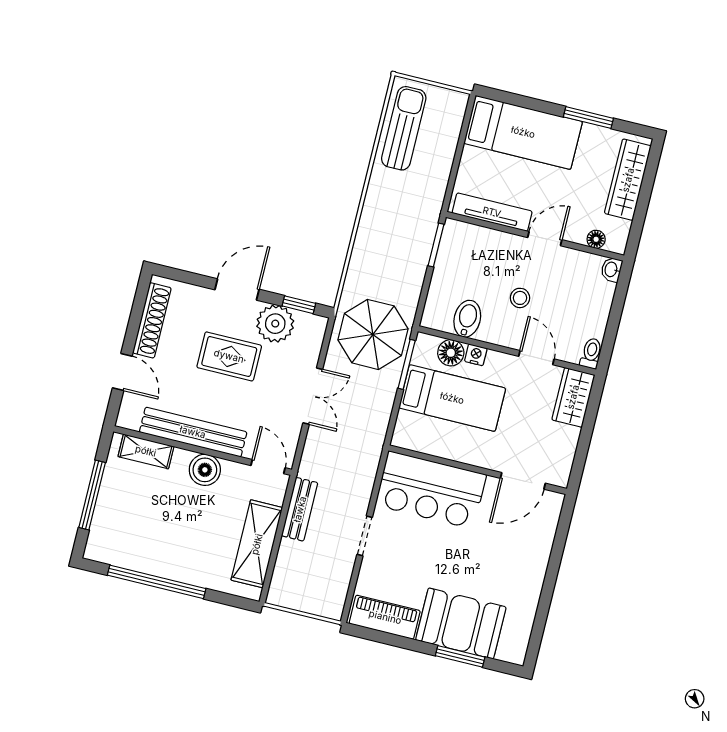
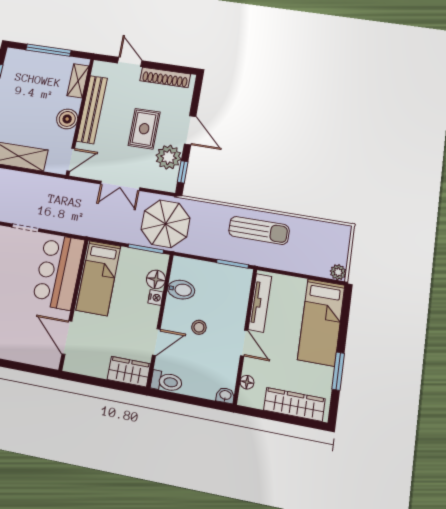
plant: (457, 102) -> (338, 272), added
sun lounger: (404, 128) -> (259, 230), moved
toilet: (591, 353) -> (167, 382), width x1.37, depth x1.39
door: (122, 372) -> (130, 62), swing flipped
bed: (452, 398) -> (98, 278), moved
bench: (300, 509) -> (43, 183), removed

